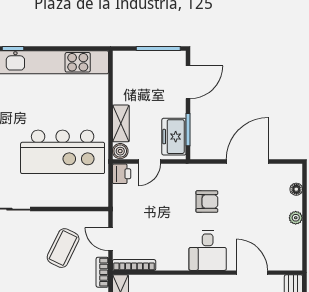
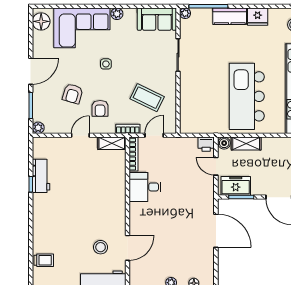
kitchen island: (63, 152) -> (247, 96), moved
door: (247, 161) -> (216, 231), moved
armchair: (207, 202) -> (184, 212), removed
desk: (208, 251) -> (145, 187), moved

